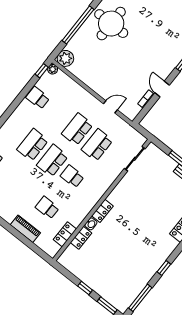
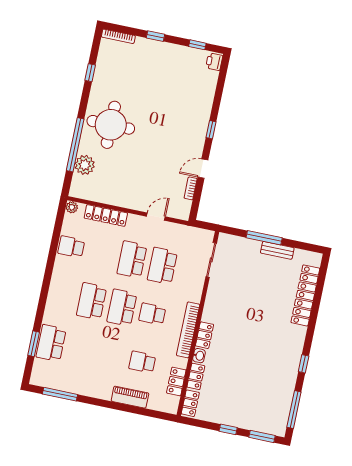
plant: (65, 58) -> (85, 165), moved
window: (42, 71) -> (60, 215), removed
locker: (74, 88) -> (106, 215), added
door: (162, 89) -> (203, 169), hinge flipped
bookcase: (92, 201) -> (188, 330), added
locker: (67, 255) -> (190, 403), added

